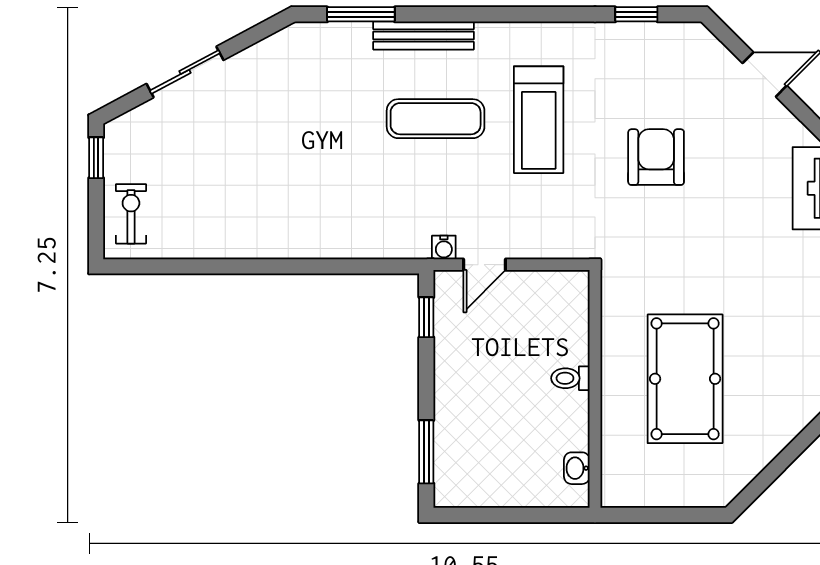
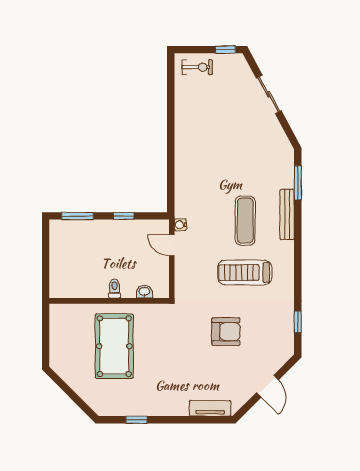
window: (426, 317) -> (124, 216), moved
pool table: (685, 379) -> (114, 346), turned 90
washbasin: (577, 468) -> (144, 292), moved

